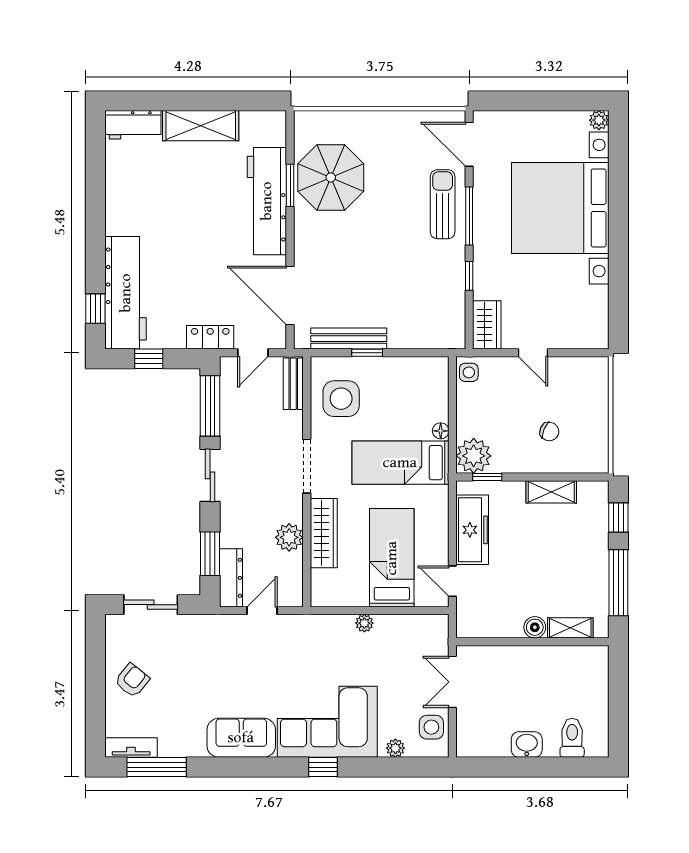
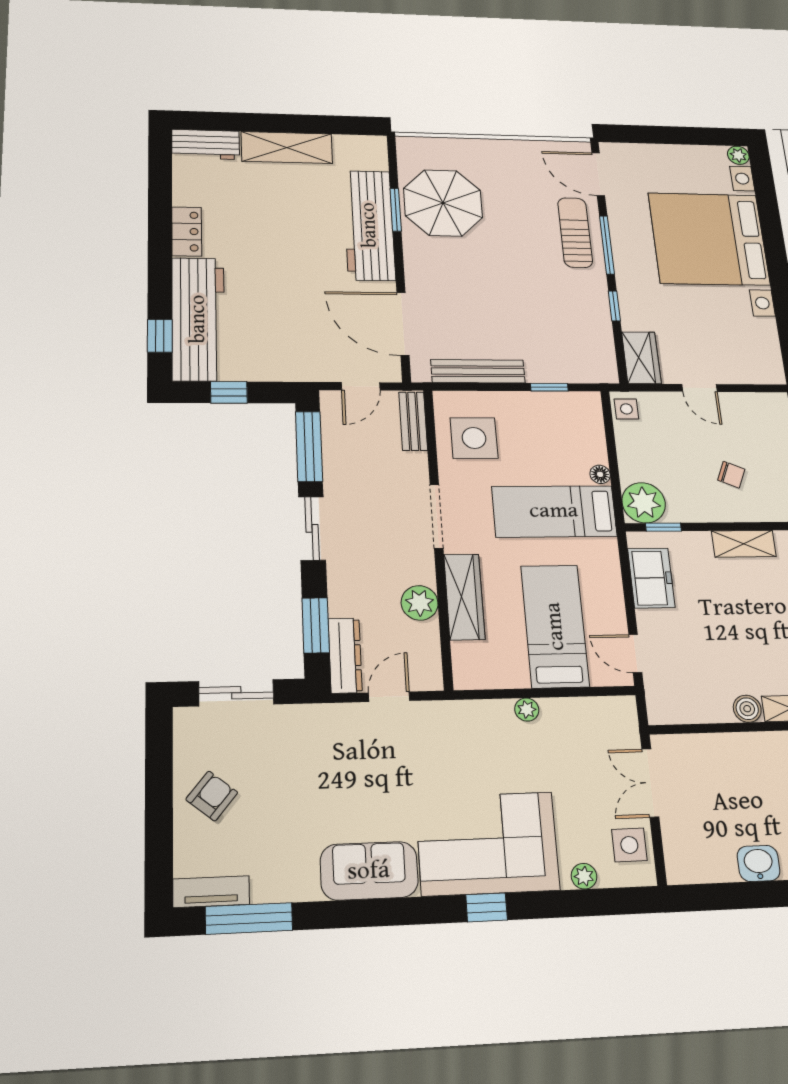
locker: (210, 337) -> (187, 231), moved, turned 90
window: (367, 353) -> (549, 387), moved
freezer: (472, 530) -> (651, 578), width x0.71

